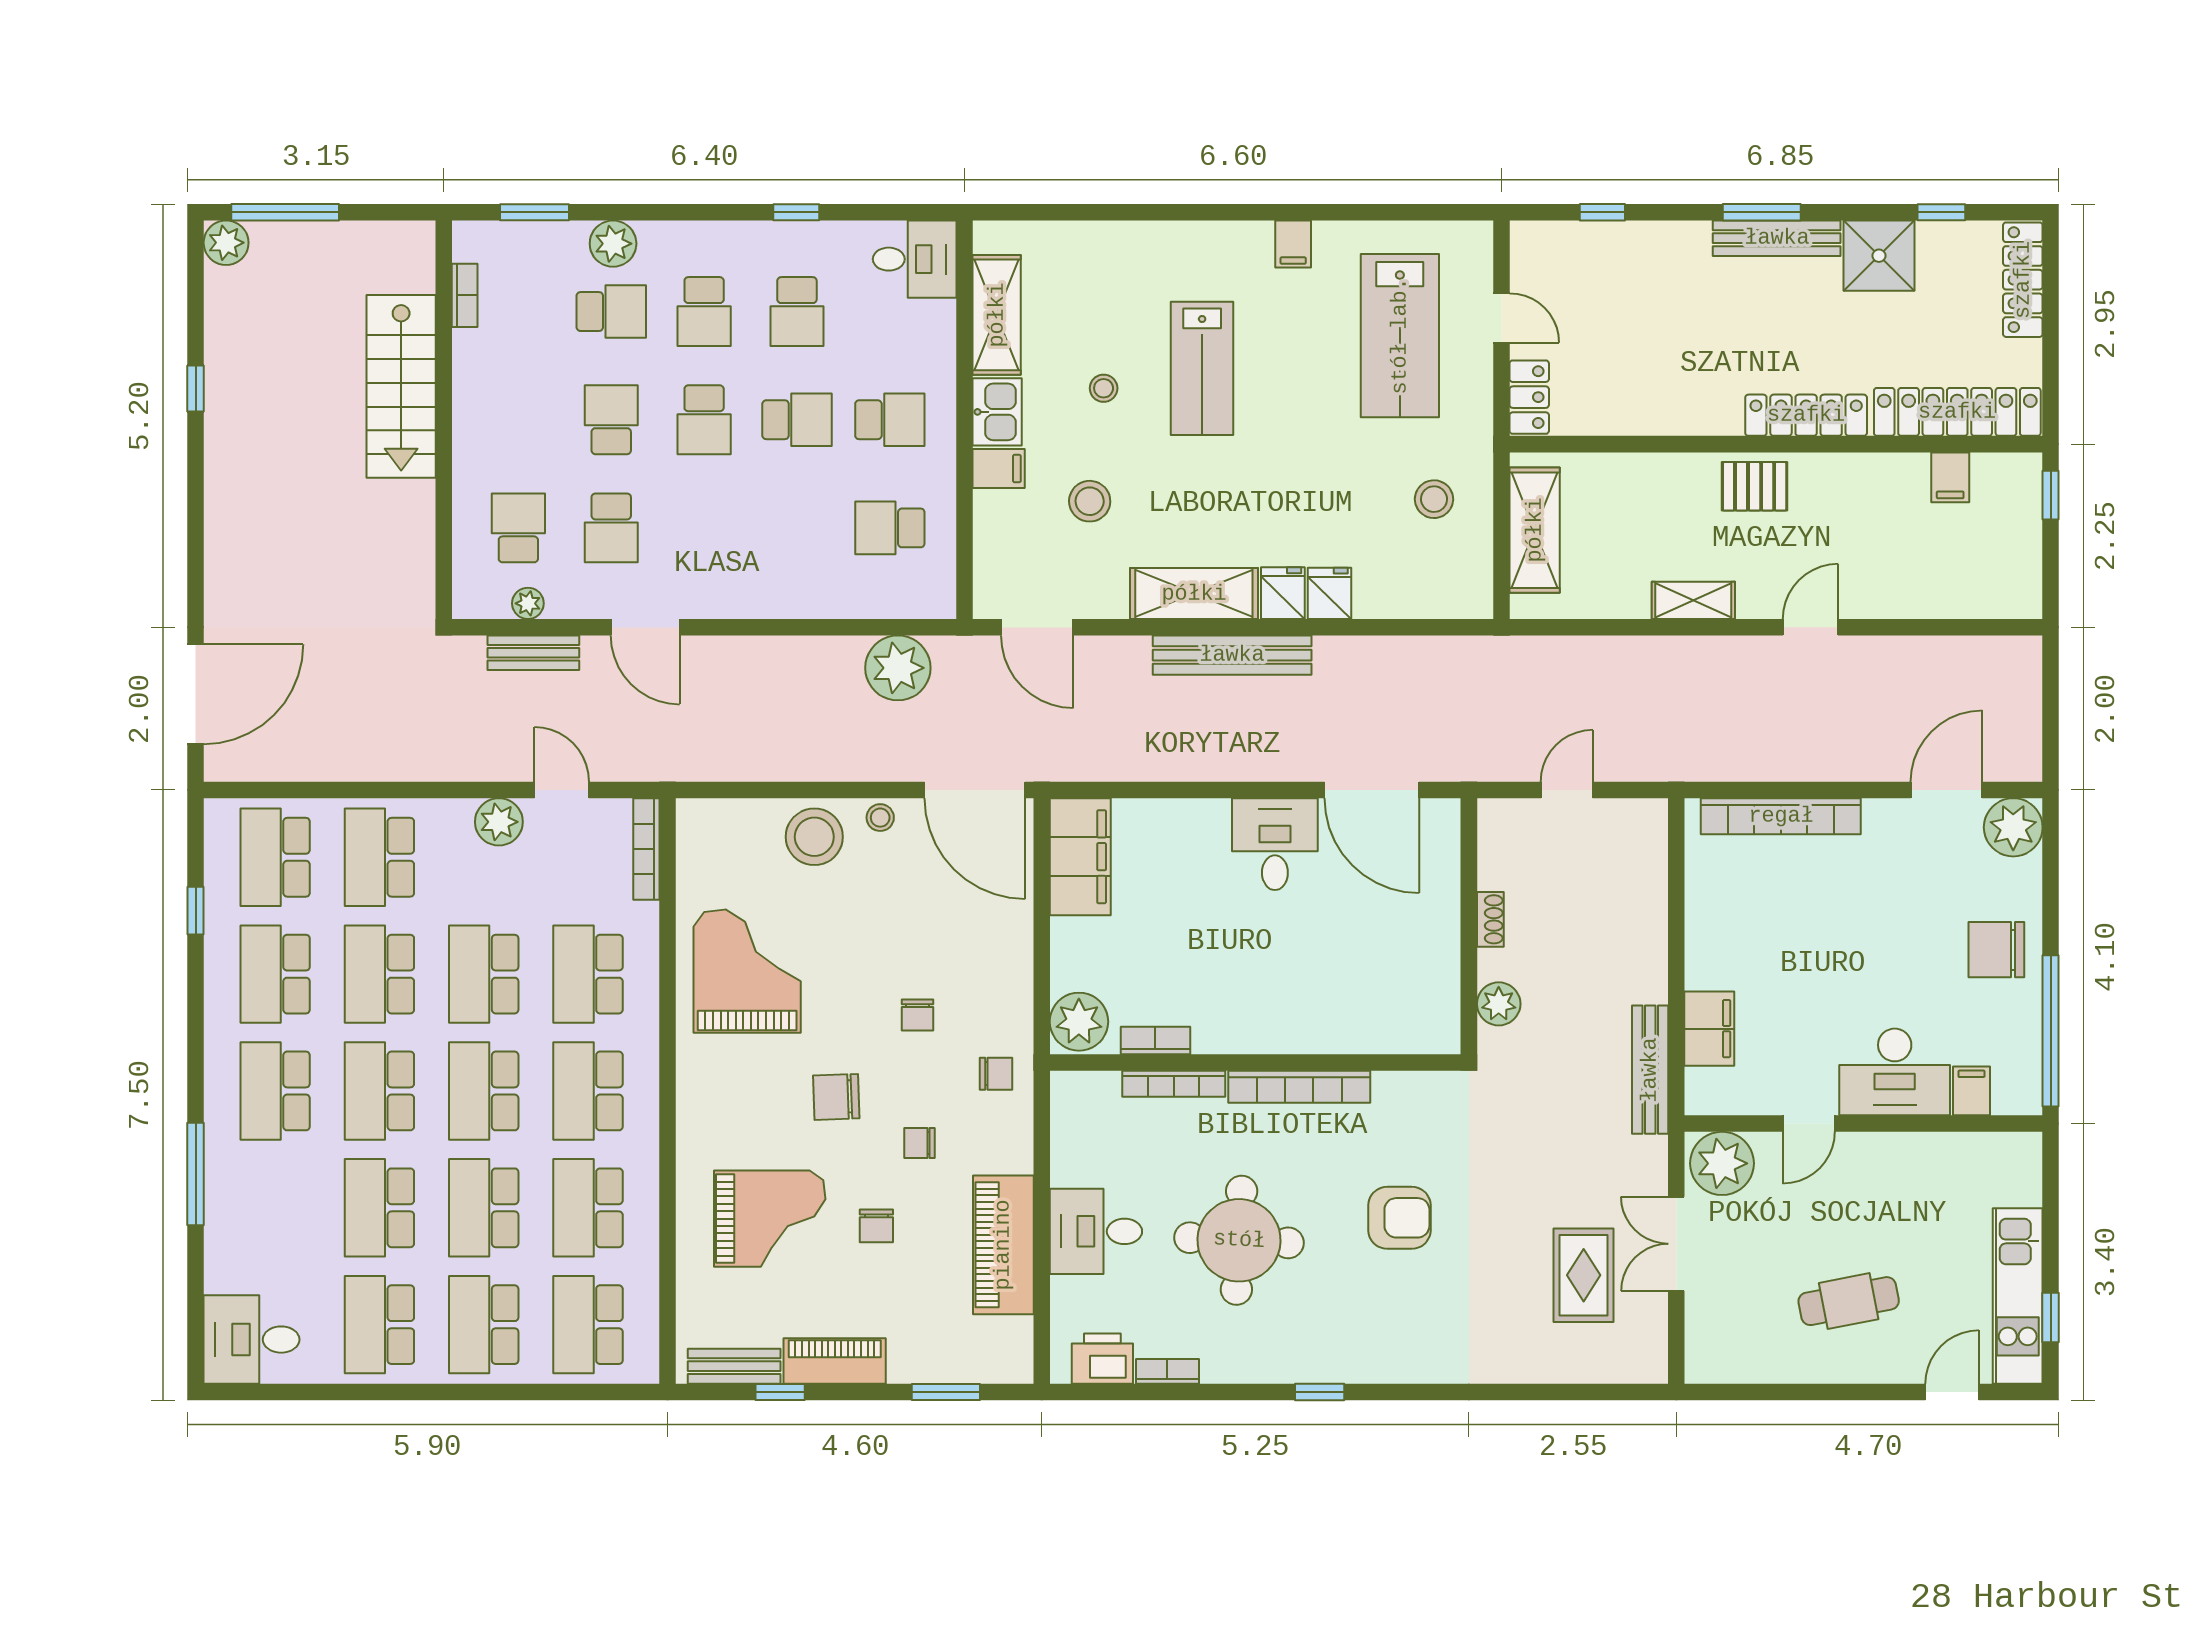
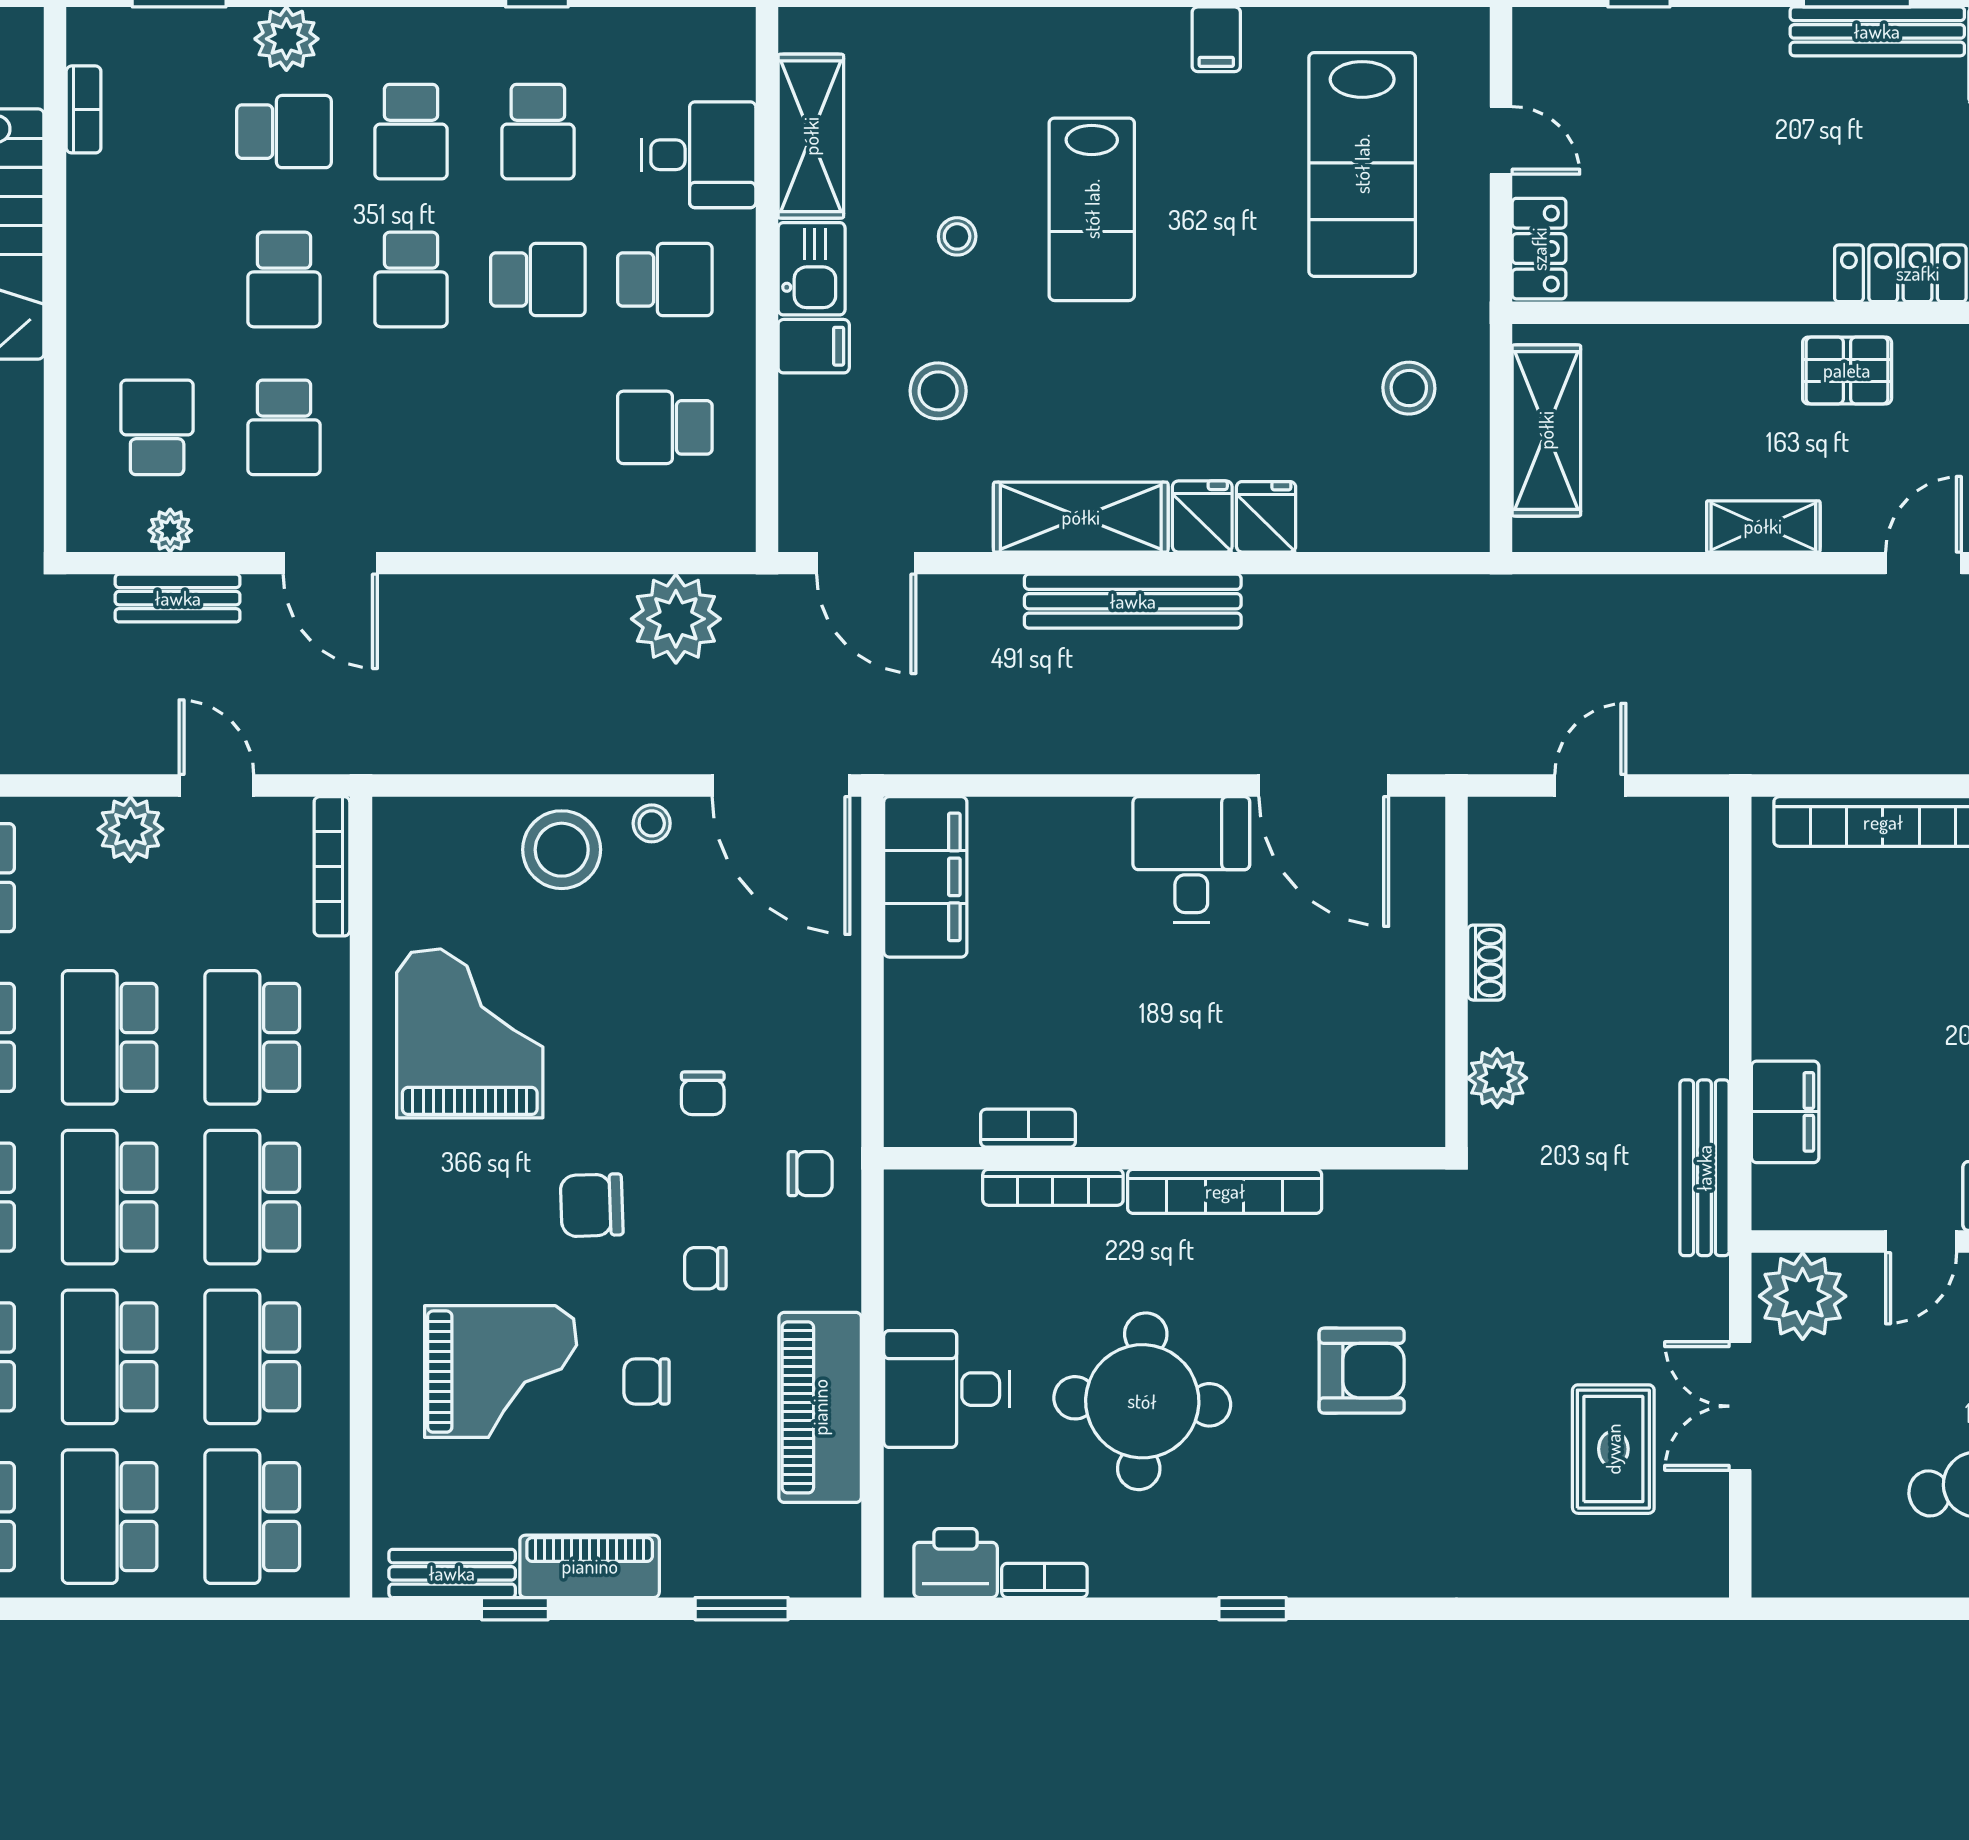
desk: (915, 259) -> (699, 155), moved
school desk: (611, 420) -> (284, 279), turned 180
plant: (1079, 1022) -> (923, 1102), removed
chair: (876, 1226) -> (647, 1381), turned 90

